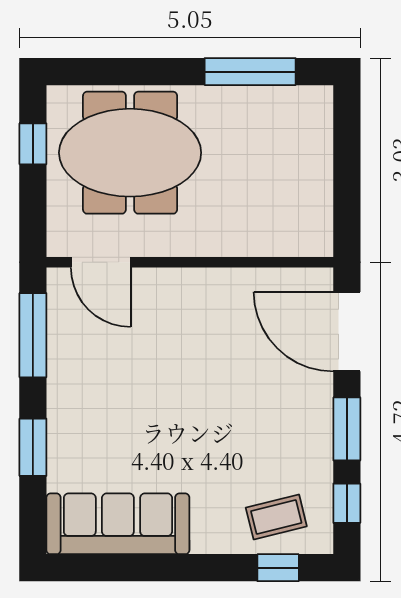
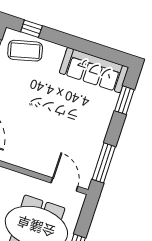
window: (33, 447) -> (124, 100), moved
coffee table: (276, 517) -> (25, 51), width x1.36, depth x1.30

